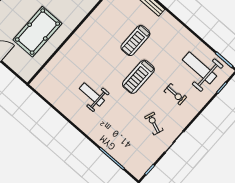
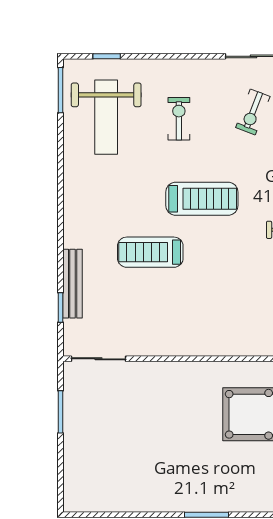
treadmill: (135, 41) -> (150, 252), turned 180

